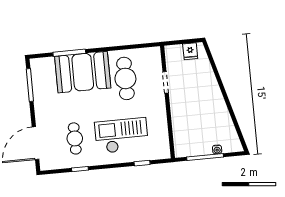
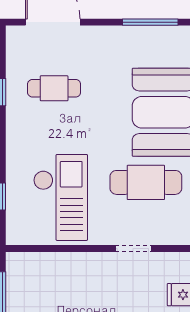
checkout: (122, 136) -> (60, 197), moved

